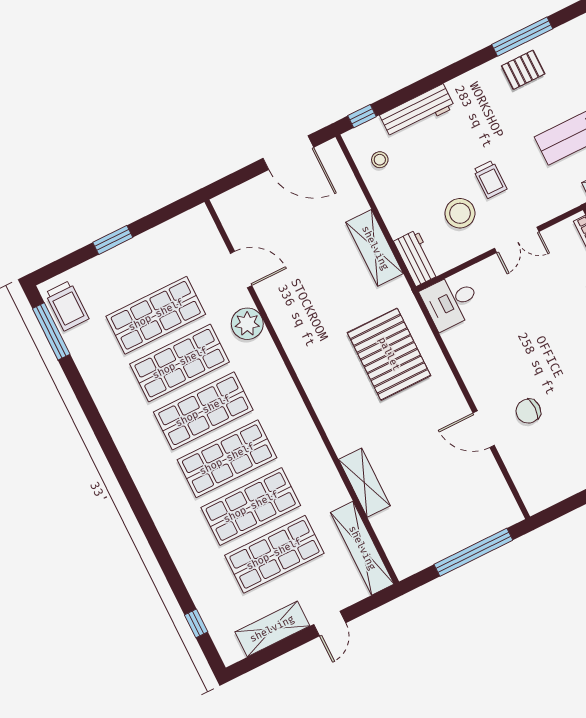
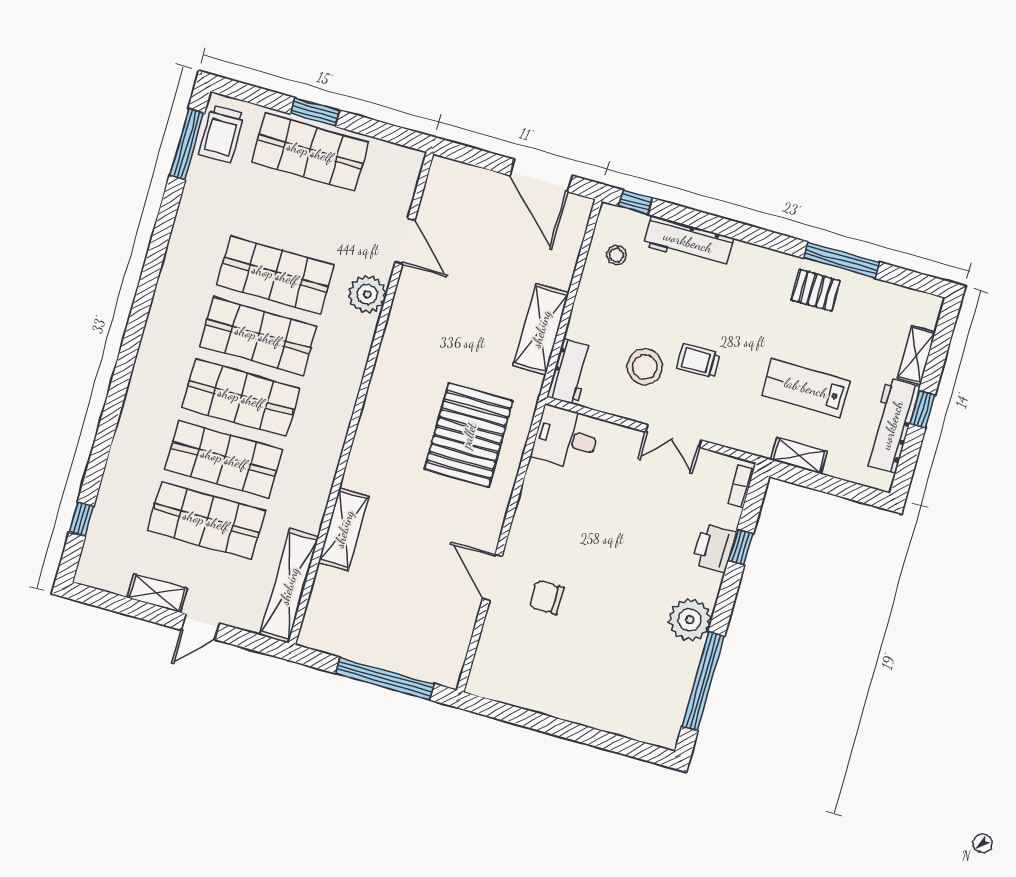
trolley: (490, 179) -> (698, 361), turned 90
shop shelf: (156, 315) -> (310, 152), moved
shelving: (272, 629) -> (157, 593), width x0.67, depth x0.75

